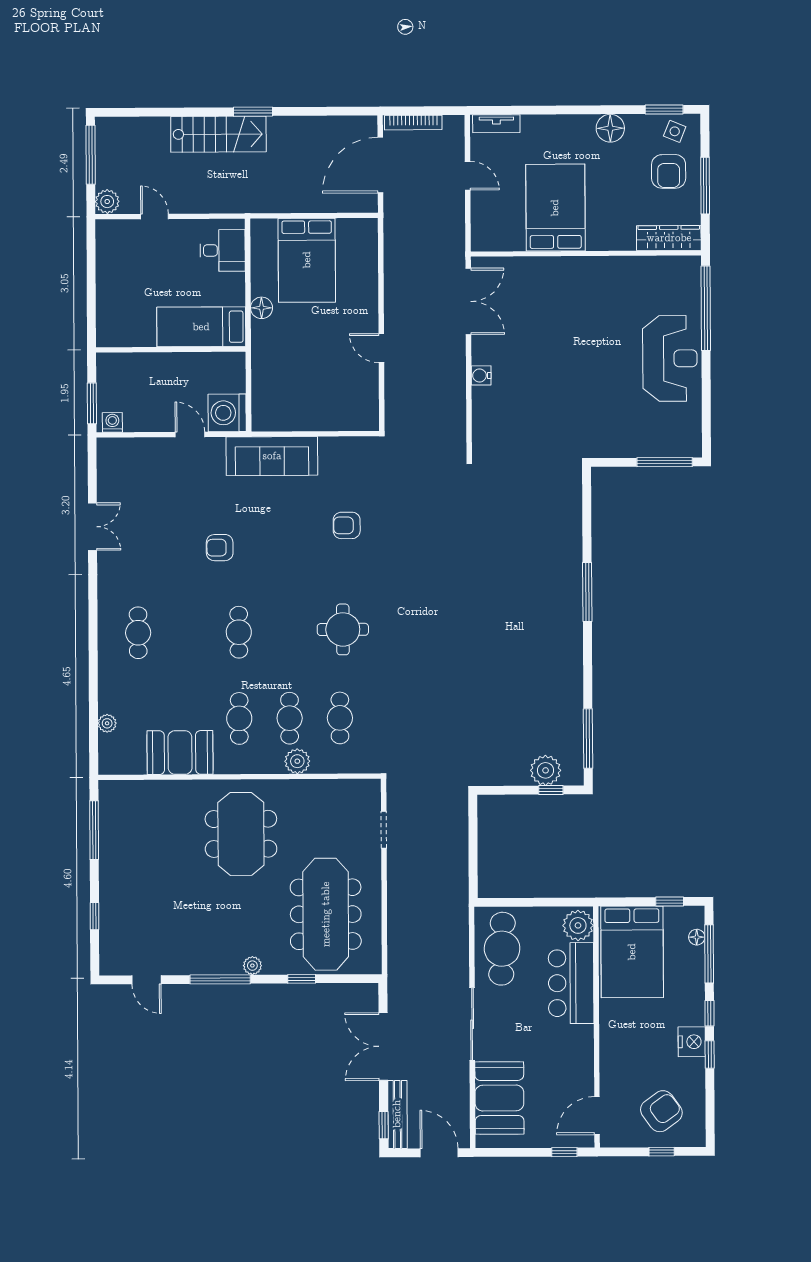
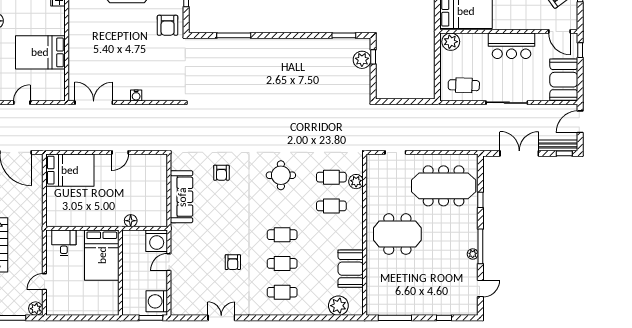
bed: (307, 260) -> (70, 170), moved
floor lamp: (262, 308) -> (131, 221), moved
bed: (201, 327) -> (102, 255), width x1.50
washing machine: (112, 422) -> (157, 301), width x1.89, depth x1.89
armchair: (604, 430) -> (168, 25), added
sofa: (272, 456) -> (182, 197), moved
armchair: (220, 548) -> (233, 262), moved
window: (587, 592) -> (234, 35), moved
cafe table: (239, 718) -> (282, 263), moved
plant: (107, 723) -> (338, 306), width x1.88, depth x1.88
window: (588, 739) -> (344, 35), width x0.69
plant: (297, 761) -> (356, 182), moved
cafe table: (502, 949) -> (464, 85), width x0.73, depth x0.74
plant: (252, 966) -> (473, 254), moved
bar counter: (571, 983) -> (512, 46), moved
double door: (383, 1046) -> (519, 153), swing flipped
booth: (499, 1098) -> (564, 80), moved, turned 90

